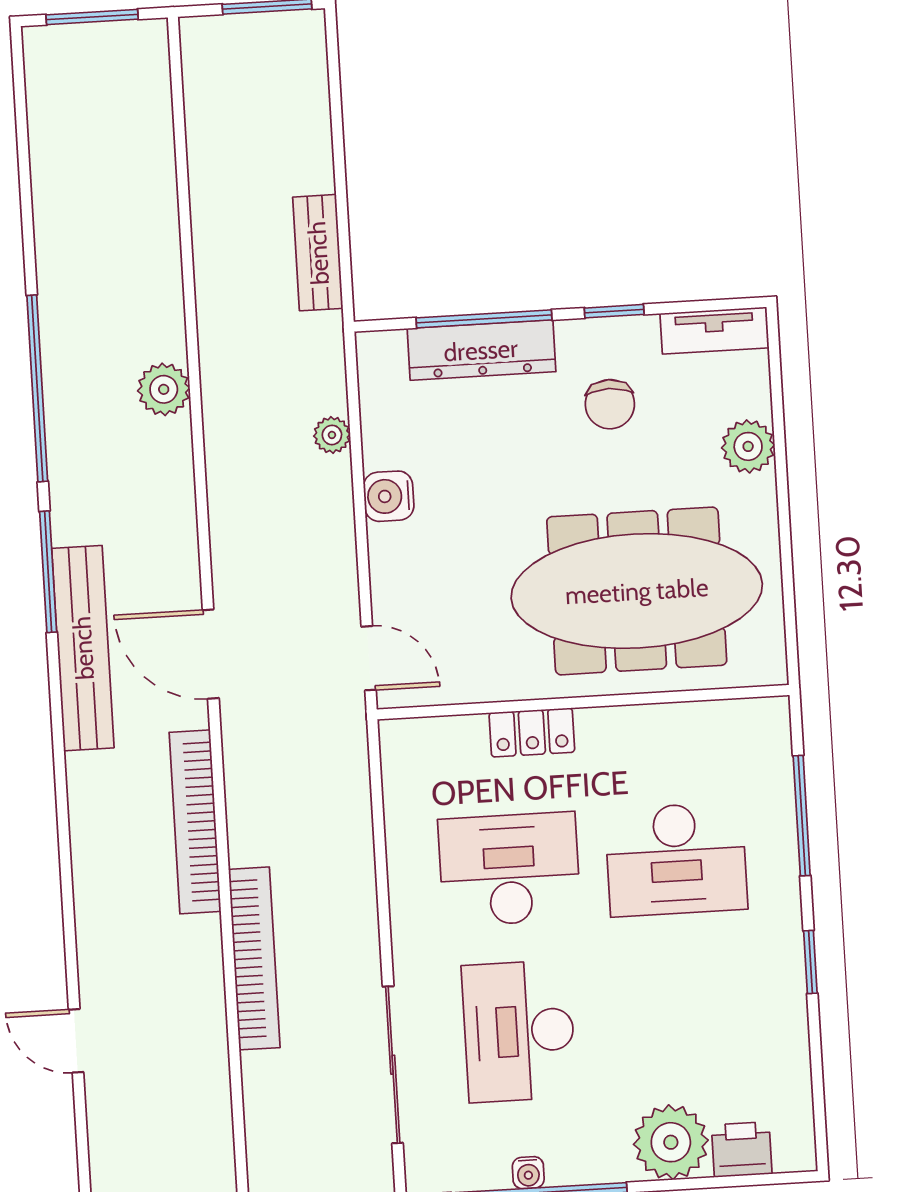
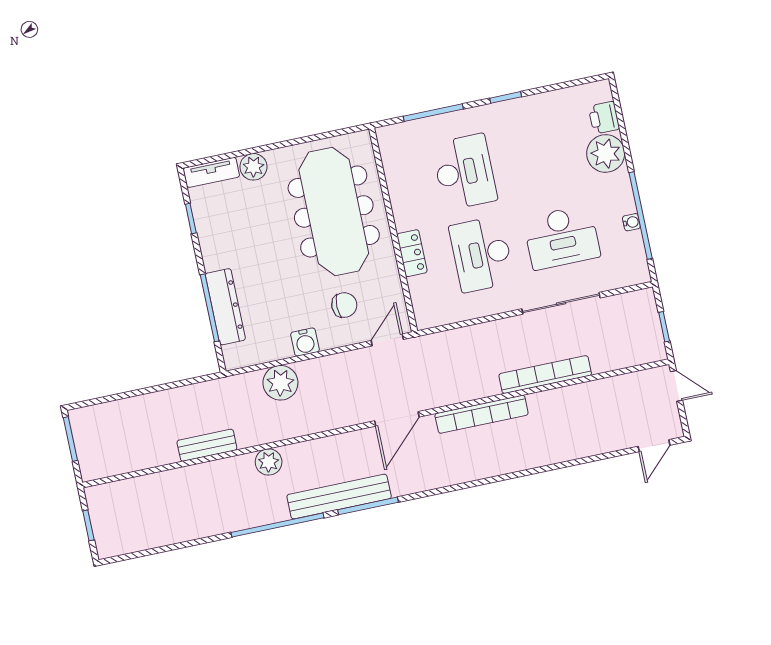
window: (92, 17) -> (88, 525), width x0.67
bench: (318, 253) -> (207, 445), moved
window: (614, 311) -> (191, 218), moved
tv unit: (714, 331) -> (211, 172), moved, turned 90
chair: (610, 404) -> (344, 305), moved
plant: (332, 435) -> (280, 383), width x1.87, depth x1.87
bench: (83, 648) -> (339, 497), moved
door: (76, 1041) -> (654, 446), moved
sliding door: (393, 1065) -> (561, 303), moved

